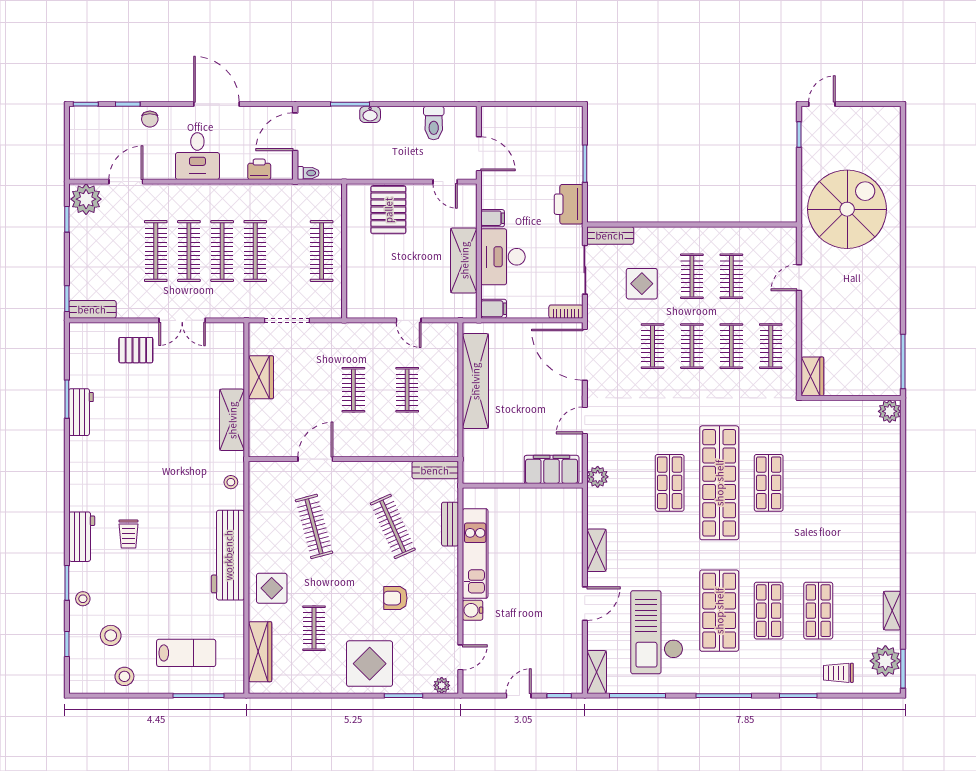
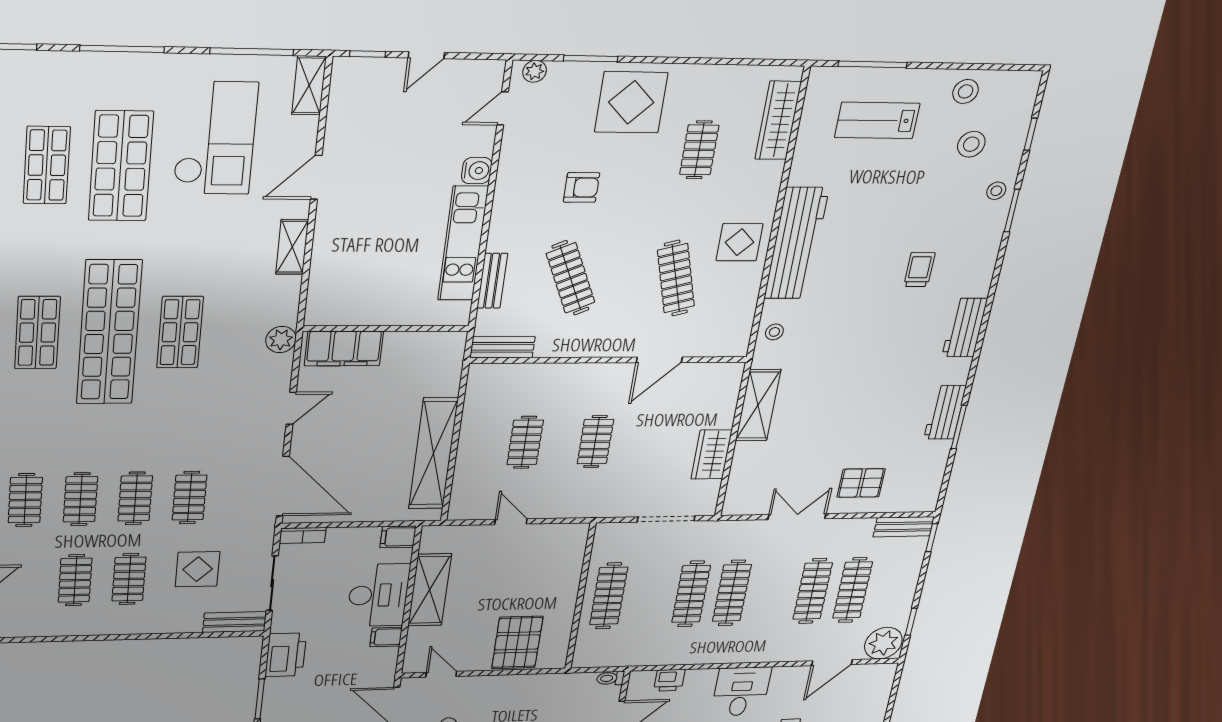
clothes rail: (189, 251) -> (853, 590), moved
workbench: (82, 537) -> (965, 327), moved
display table: (272, 588) -> (740, 242), moved

